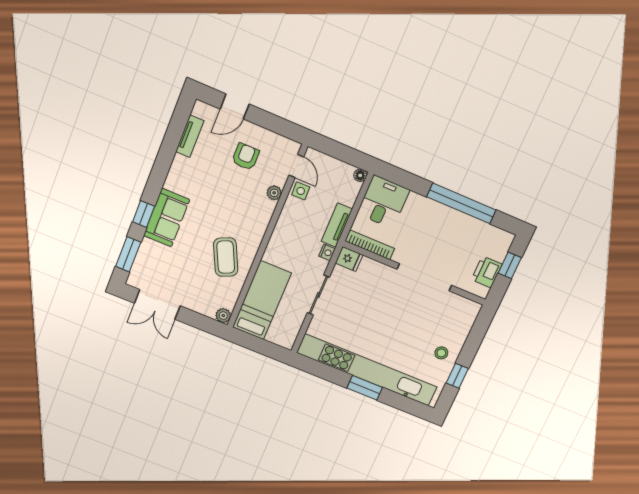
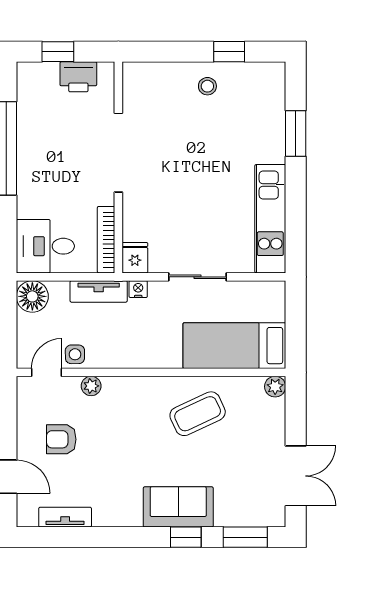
floor lamp: (360, 175) -> (32, 296), width x1.89, depth x1.89
kitchen unit: (367, 370) -> (270, 219), width x0.54
window: (365, 388) -> (296, 134), moved

